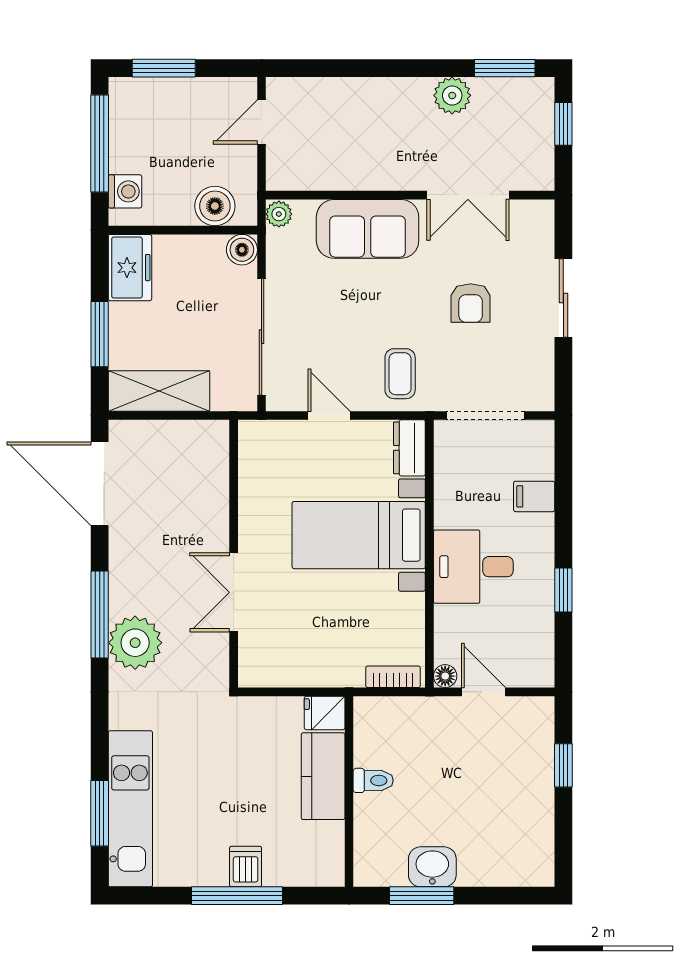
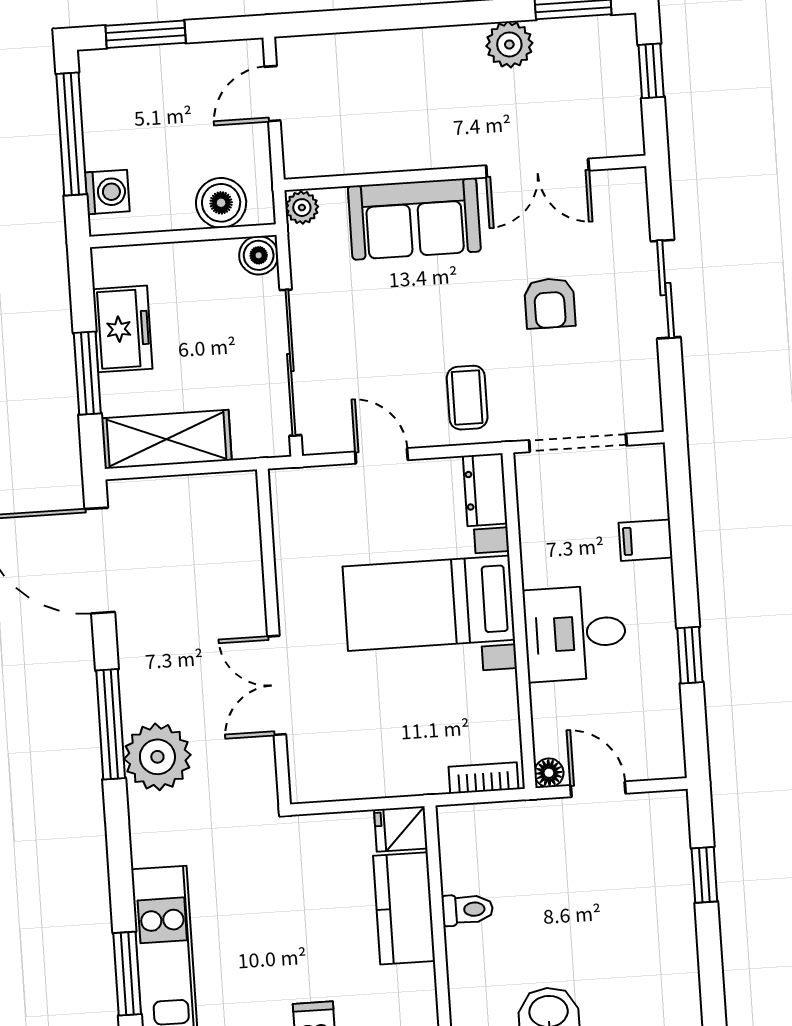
freezer: (130, 268) -> (123, 329), moved

